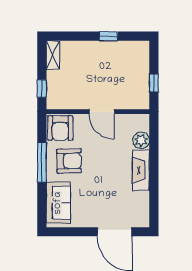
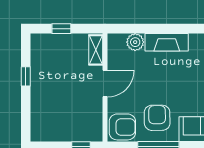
shelving: (53, 55) -> (96, 50), moved, turned 90
window: (154, 83) -> (61, 29), moved

